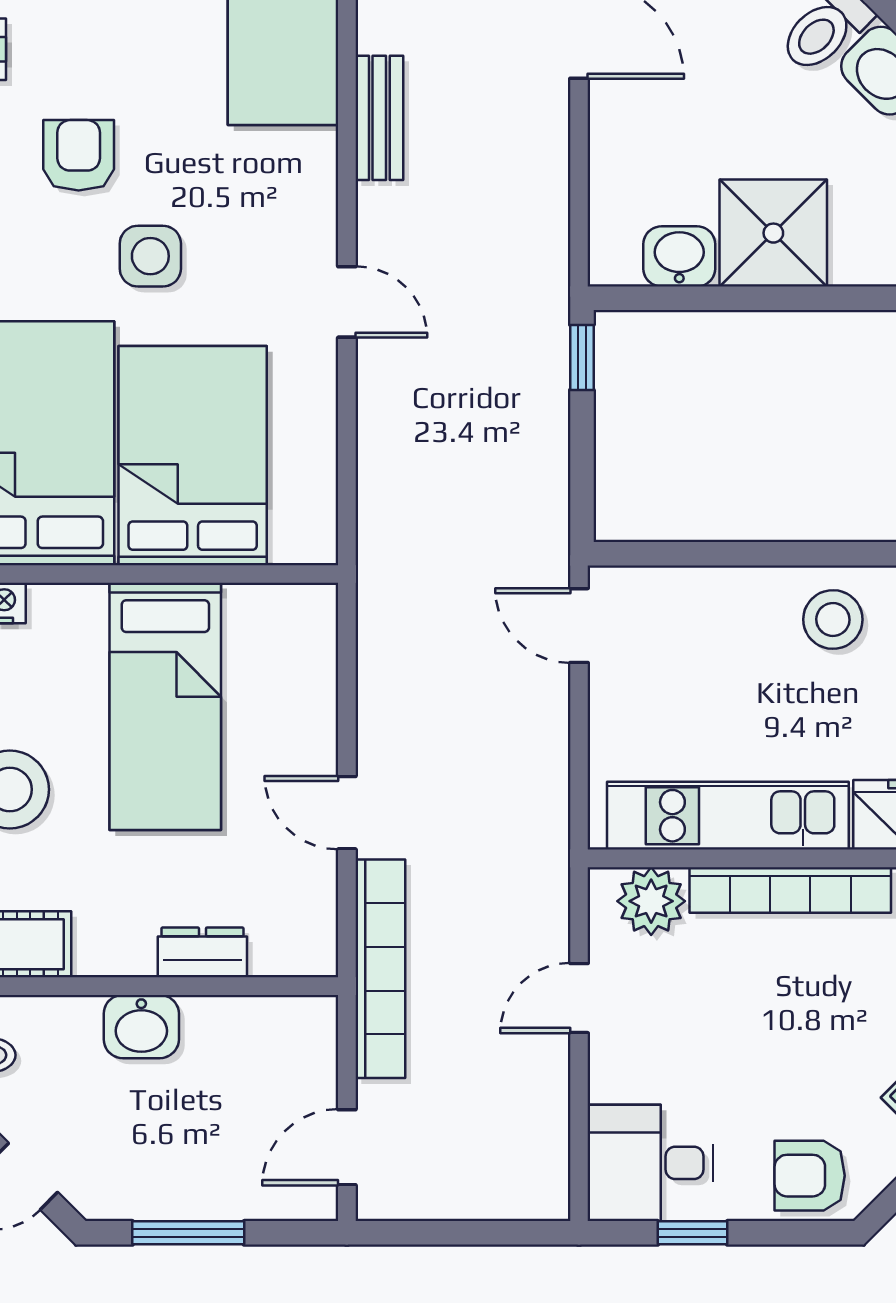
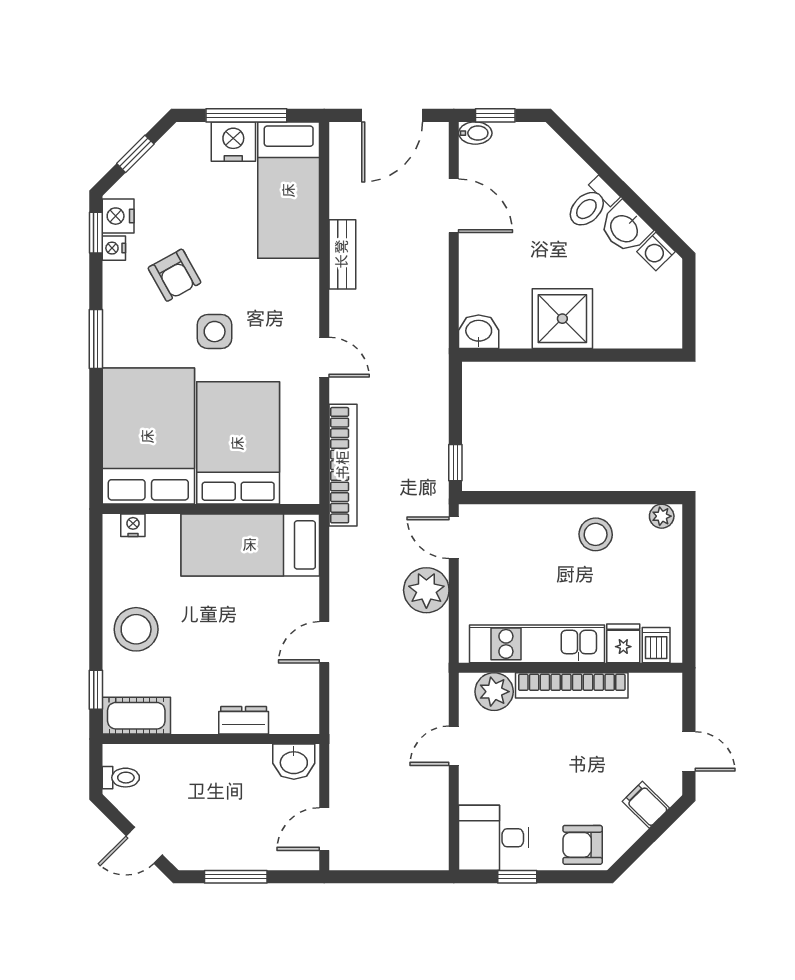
armchair: (79, 155) -> (174, 275), turned 151
washbasin: (679, 256) -> (479, 332), moved
window: (582, 357) -> (455, 463), moved
bed: (165, 706) -> (250, 545), moved, turned 90
plant: (530, 719) -> (426, 590), added
door: (347, 813) -> (324, 642), hinge flipped
bookcase: (380, 969) -> (343, 465), moved
washbasin: (141, 1027) -> (294, 762), moved

